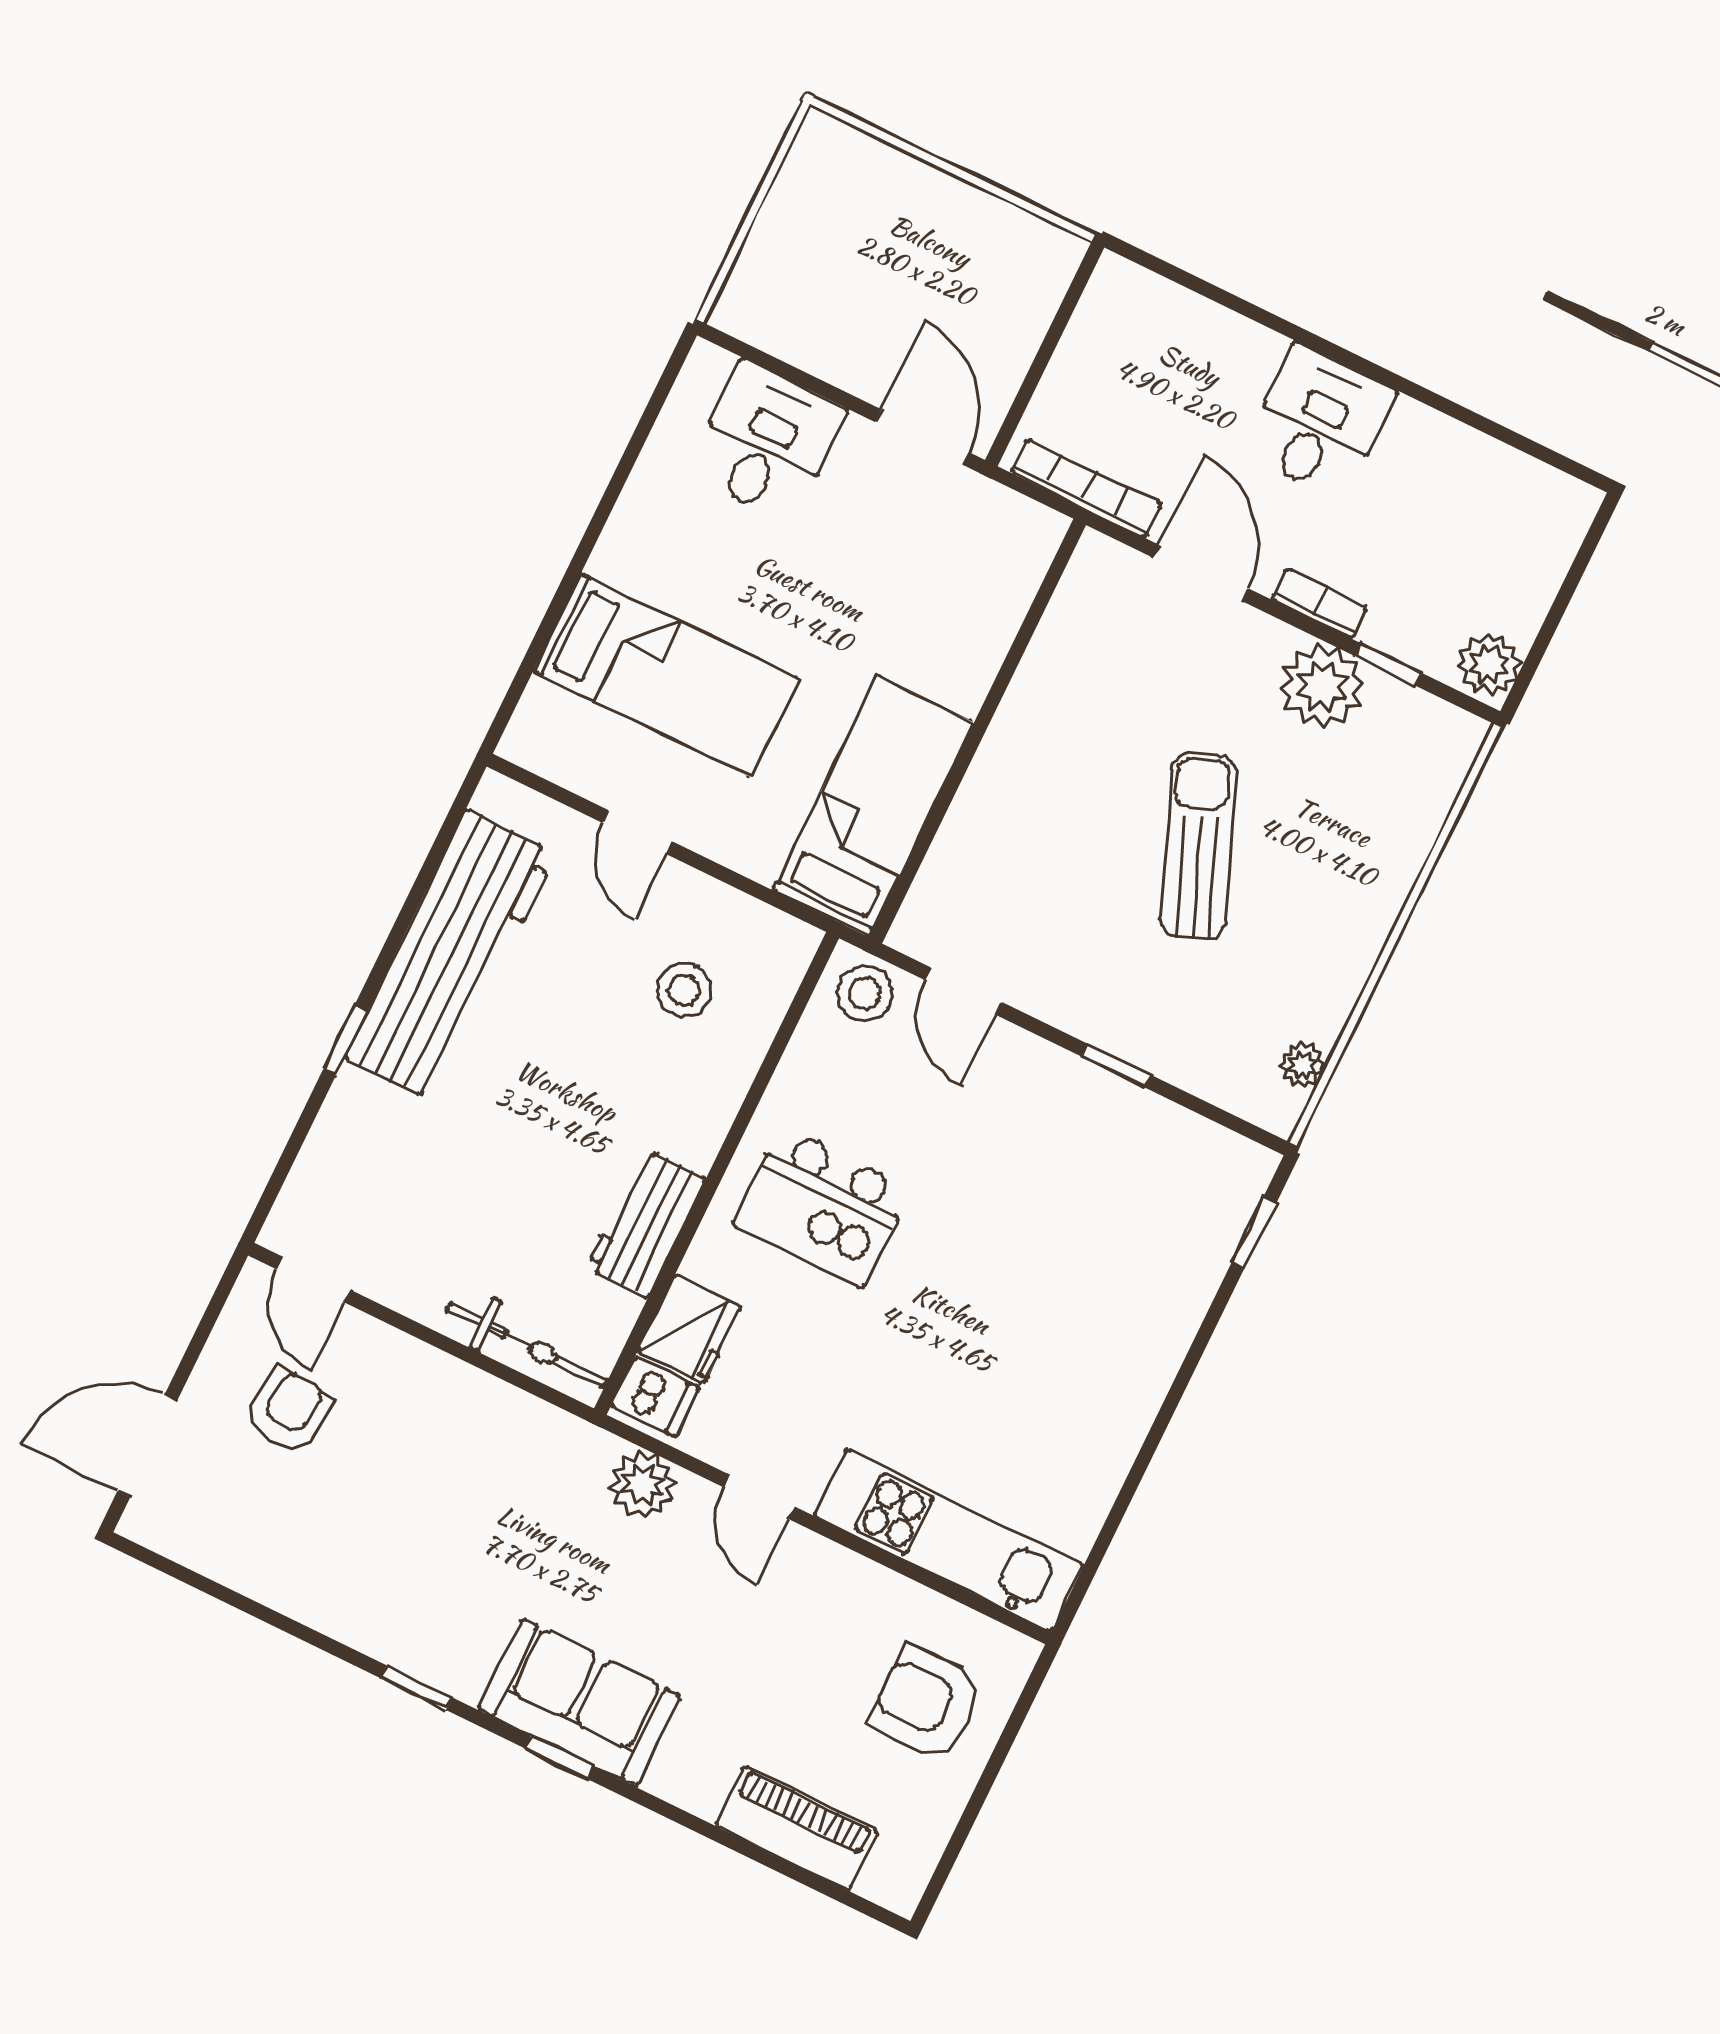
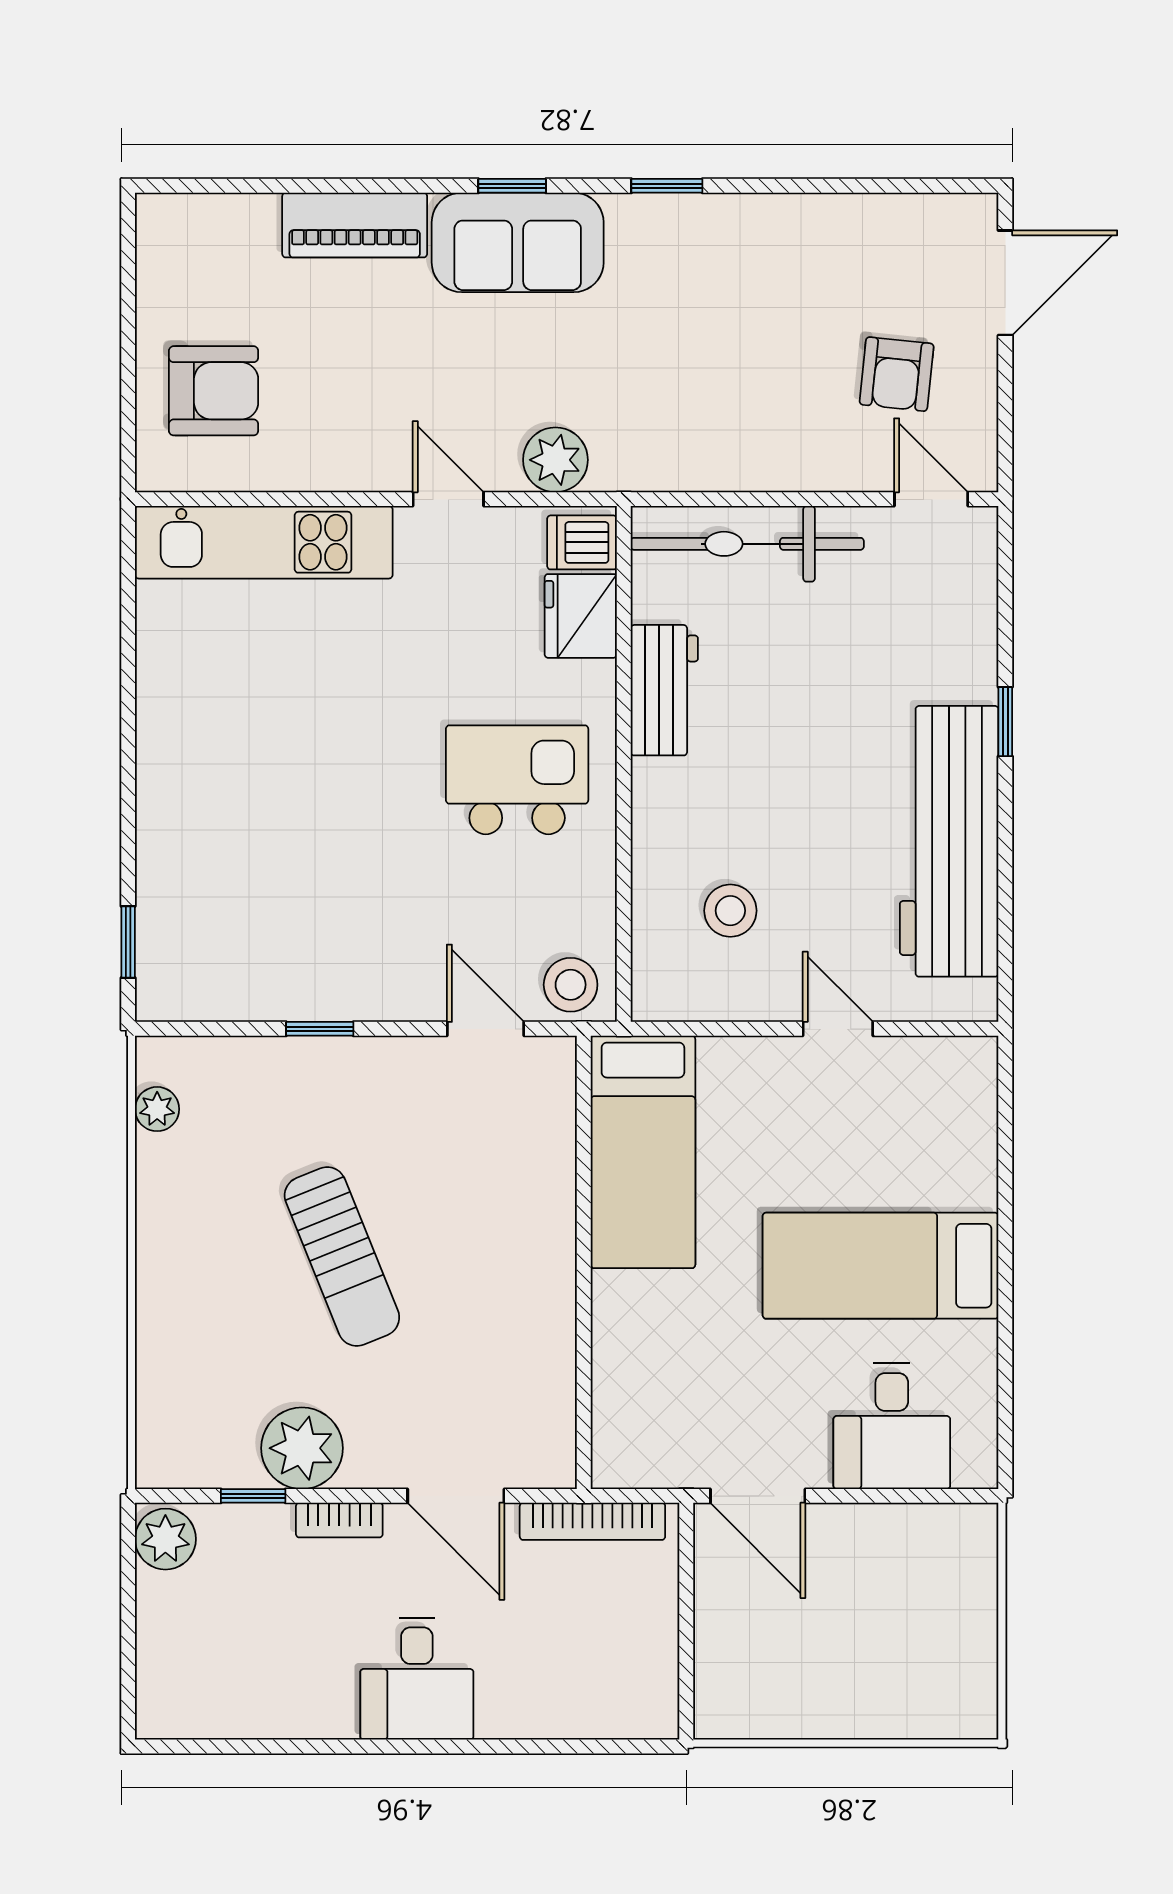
bed: (666, 675) -> (881, 1266), moved
bicycle: (527, 1345) -> (747, 544), width x1.37, depth x1.40
piano: (797, 1828) -> (355, 225), moved

